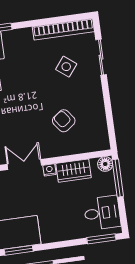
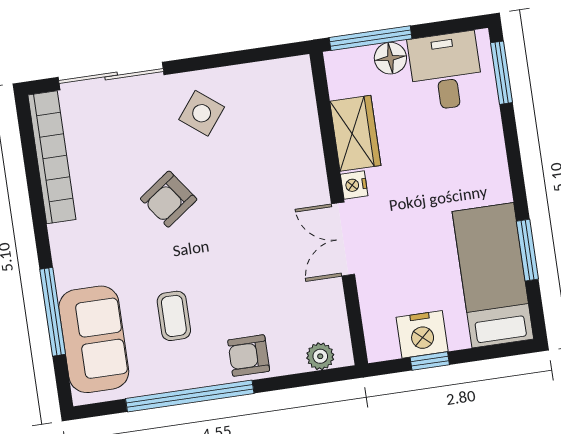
sliding door: (101, 57) -> (111, 76), width x1.37
side table: (66, 67) -> (202, 113), moved
armchair: (64, 121) -> (169, 199), moved
floor lamp: (105, 164) -> (390, 58), moved

